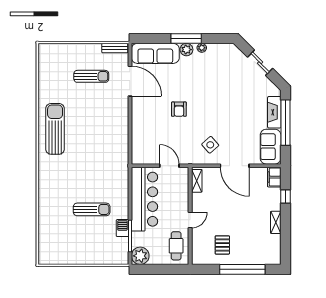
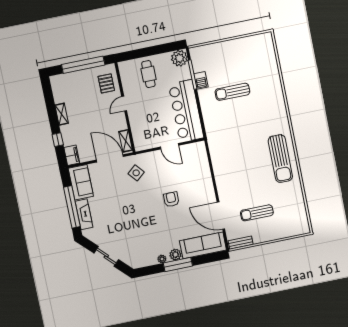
shelving: (197, 181) -> (126, 141), moved
wall: (190, 216) -> (125, 108), moved
door: (190, 220) -> (124, 104), moved

